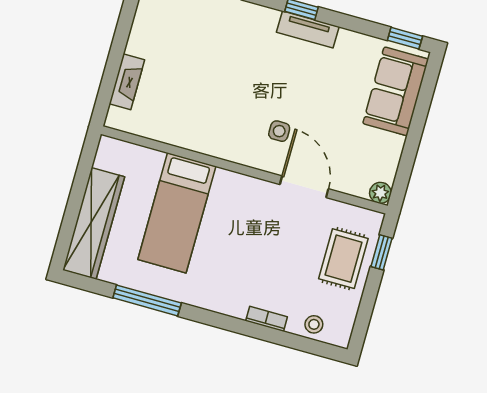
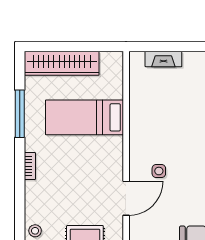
bookcase: (267, 319) -> (30, 166), moved

